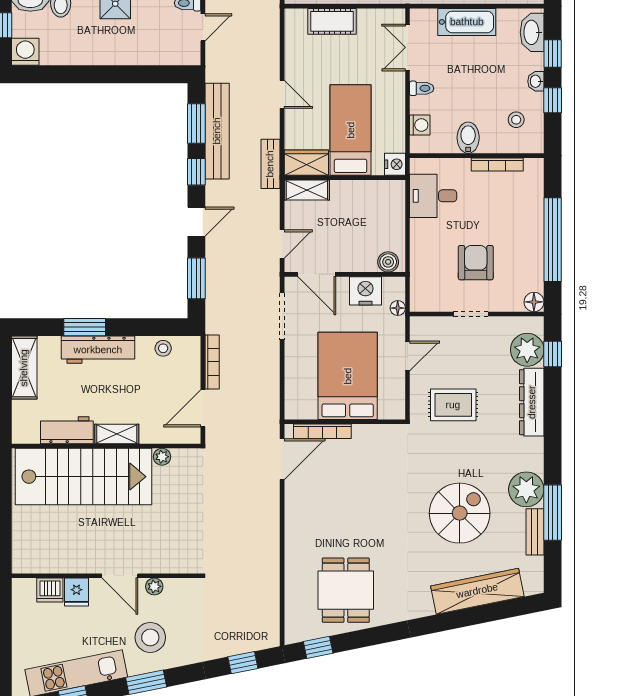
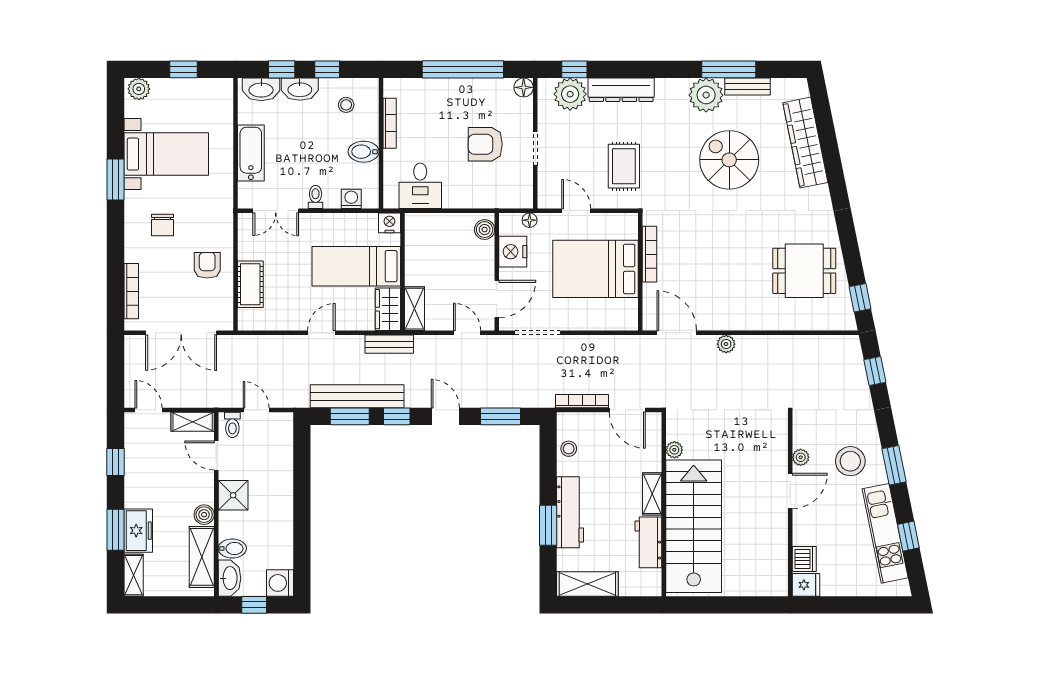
washbasin: (536, 81) -> (300, 89), width x1.91, depth x1.45
bookcase: (322, 431) -> (650, 254), moved
plant: (271, 510) -> (726, 344), added
fridge: (76, 592) -> (806, 585), moved

